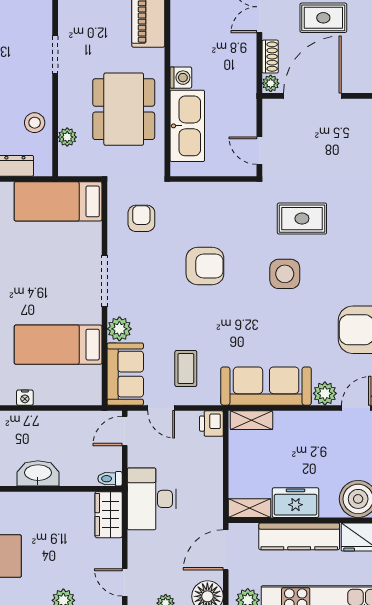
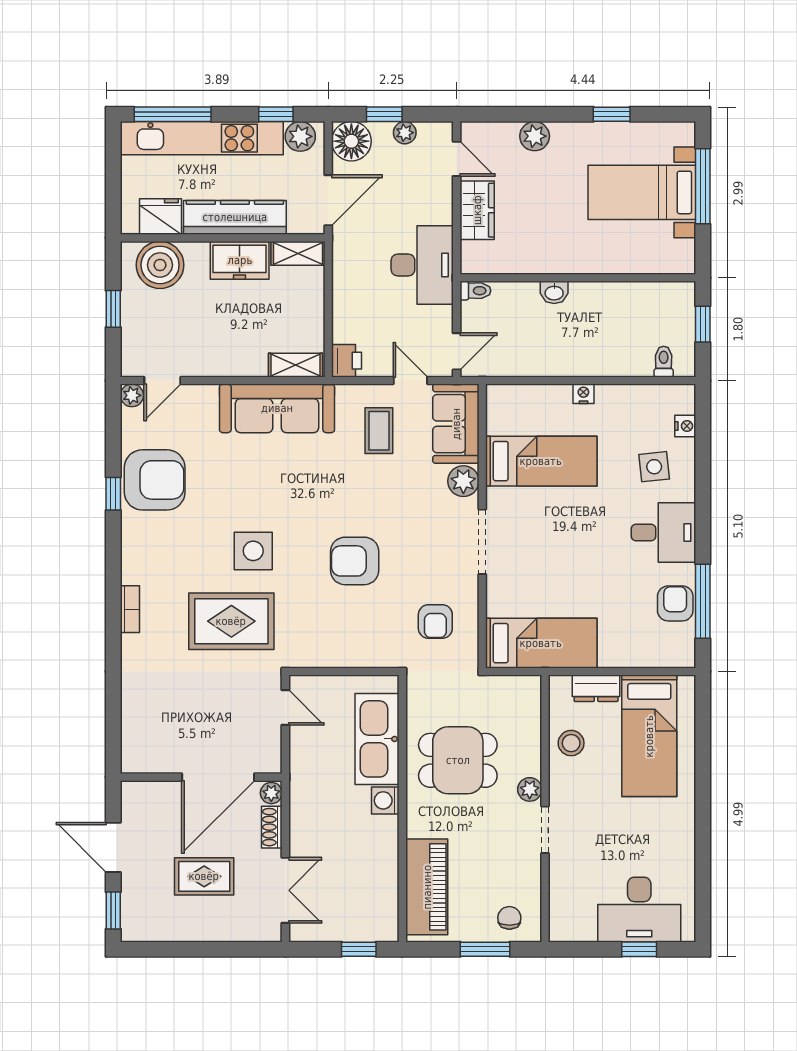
dining table: (124, 109) -> (458, 760), width x0.73
plant: (67, 137) -> (530, 789), moved
rug: (302, 219) -> (231, 621), width x1.36, depth x1.43
plant: (325, 393) -> (202, 399), removed
washbasin: (38, 473) -> (554, 292), width x0.52, depth x0.69
wardrobe: (109, 515) -> (477, 210), moved

